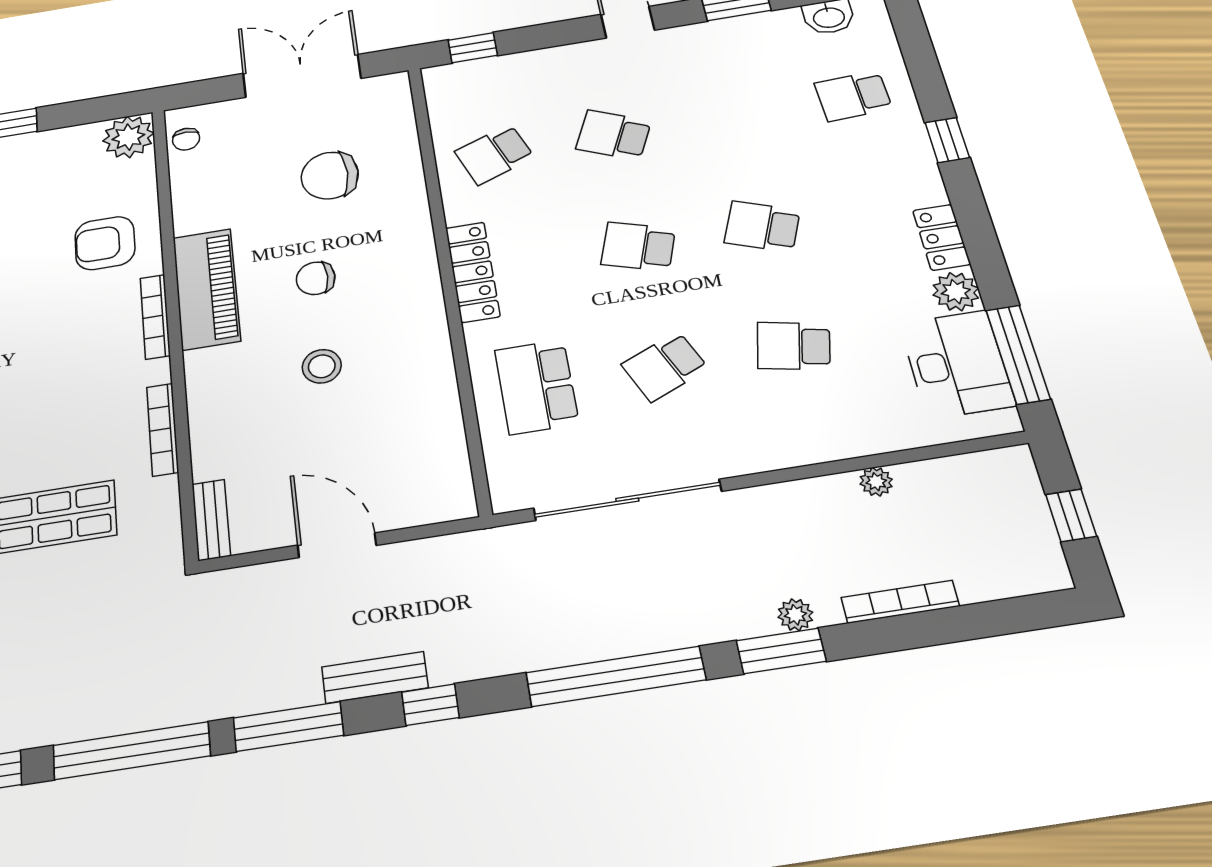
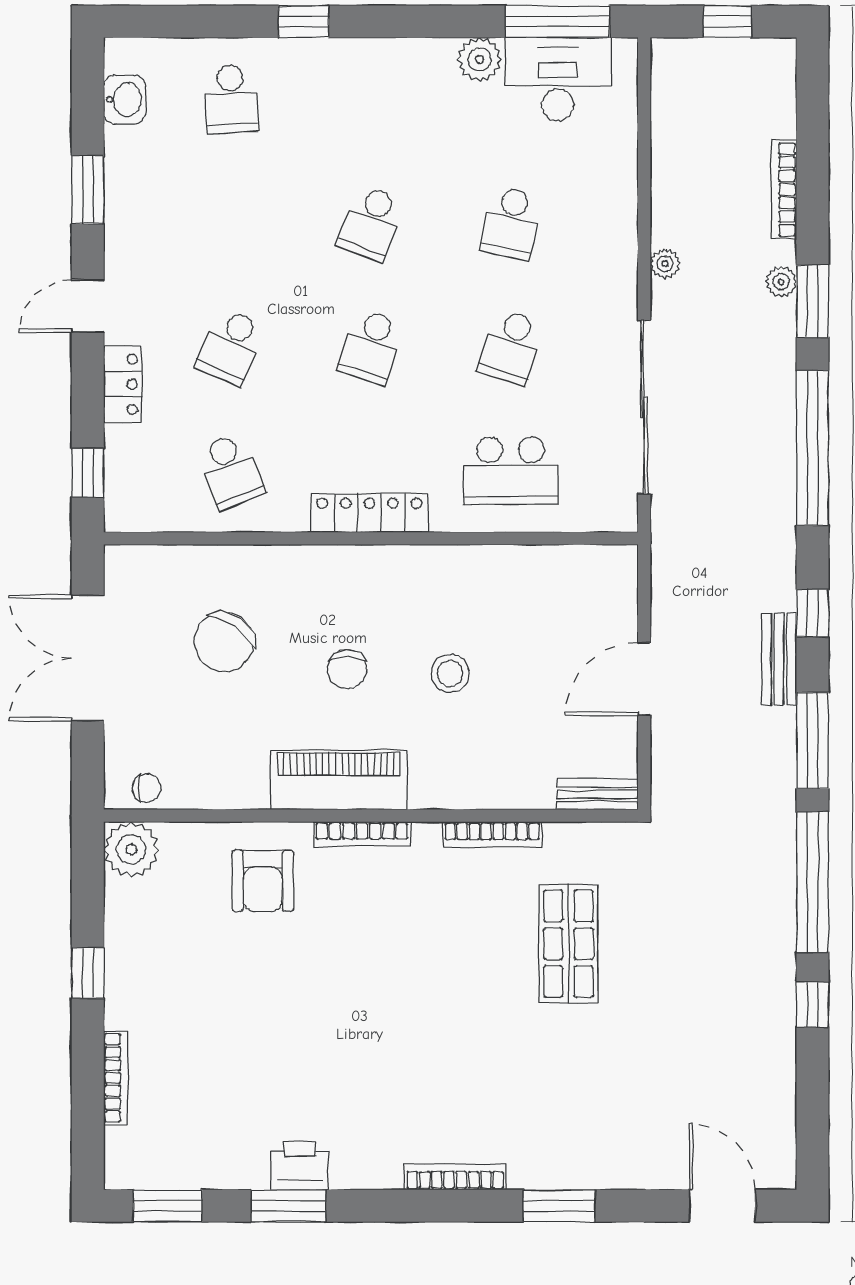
chair: (330, 176) -> (224, 642), turned 35
locker: (942, 237) -> (123, 384), moved, turned -90
school desk: (665, 366) -> (511, 347), turned 42
plant: (876, 482) -> (665, 264), moved

